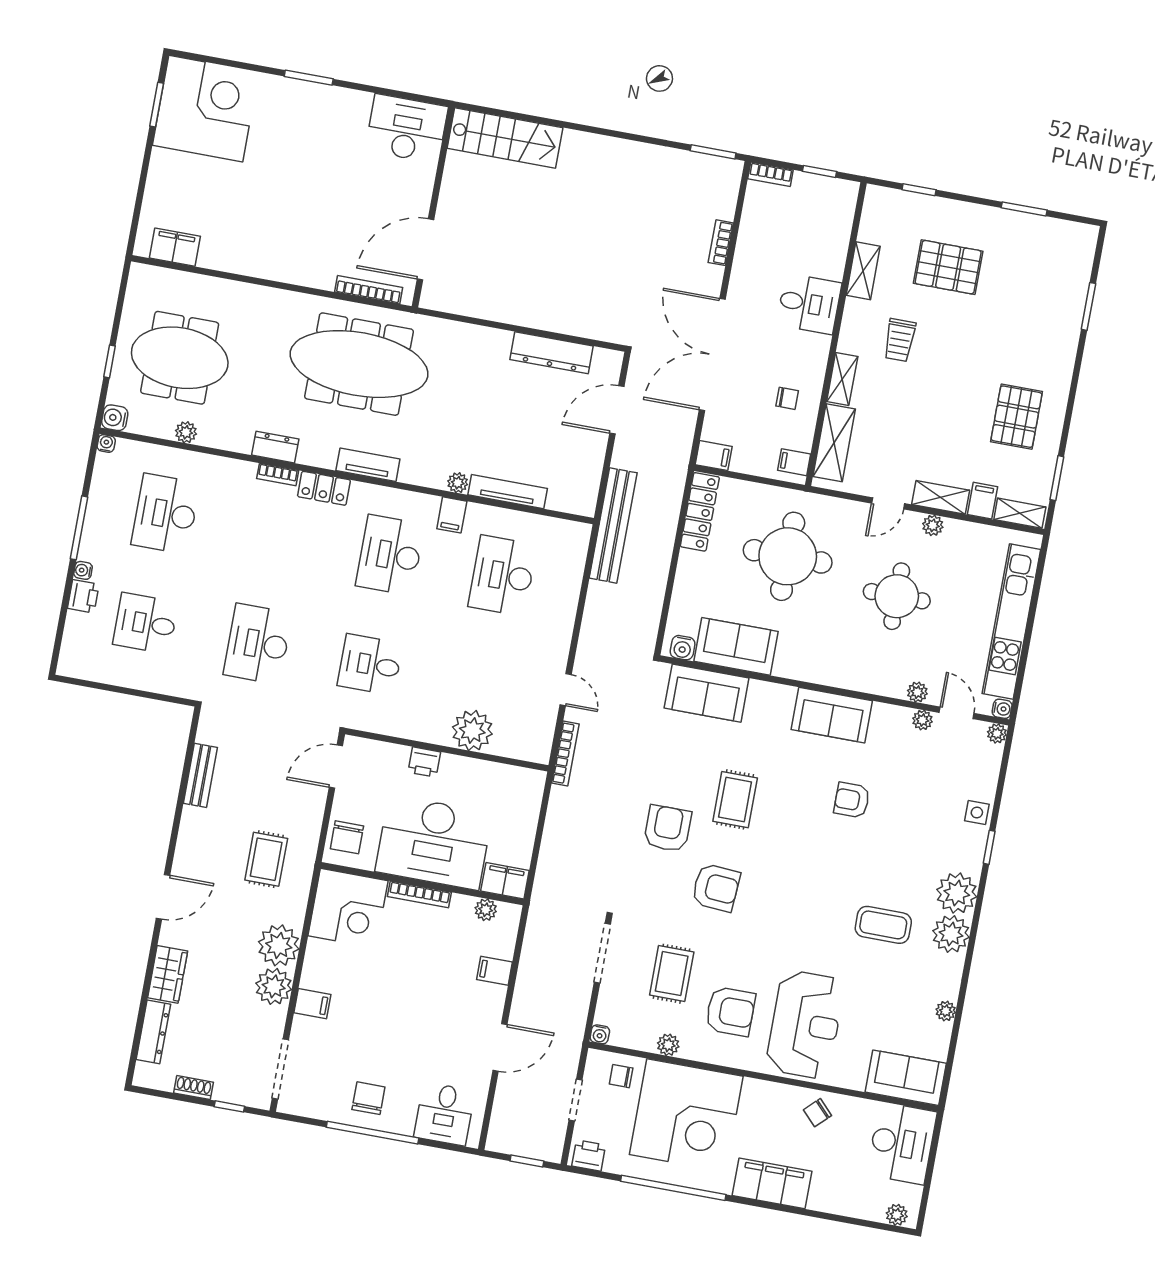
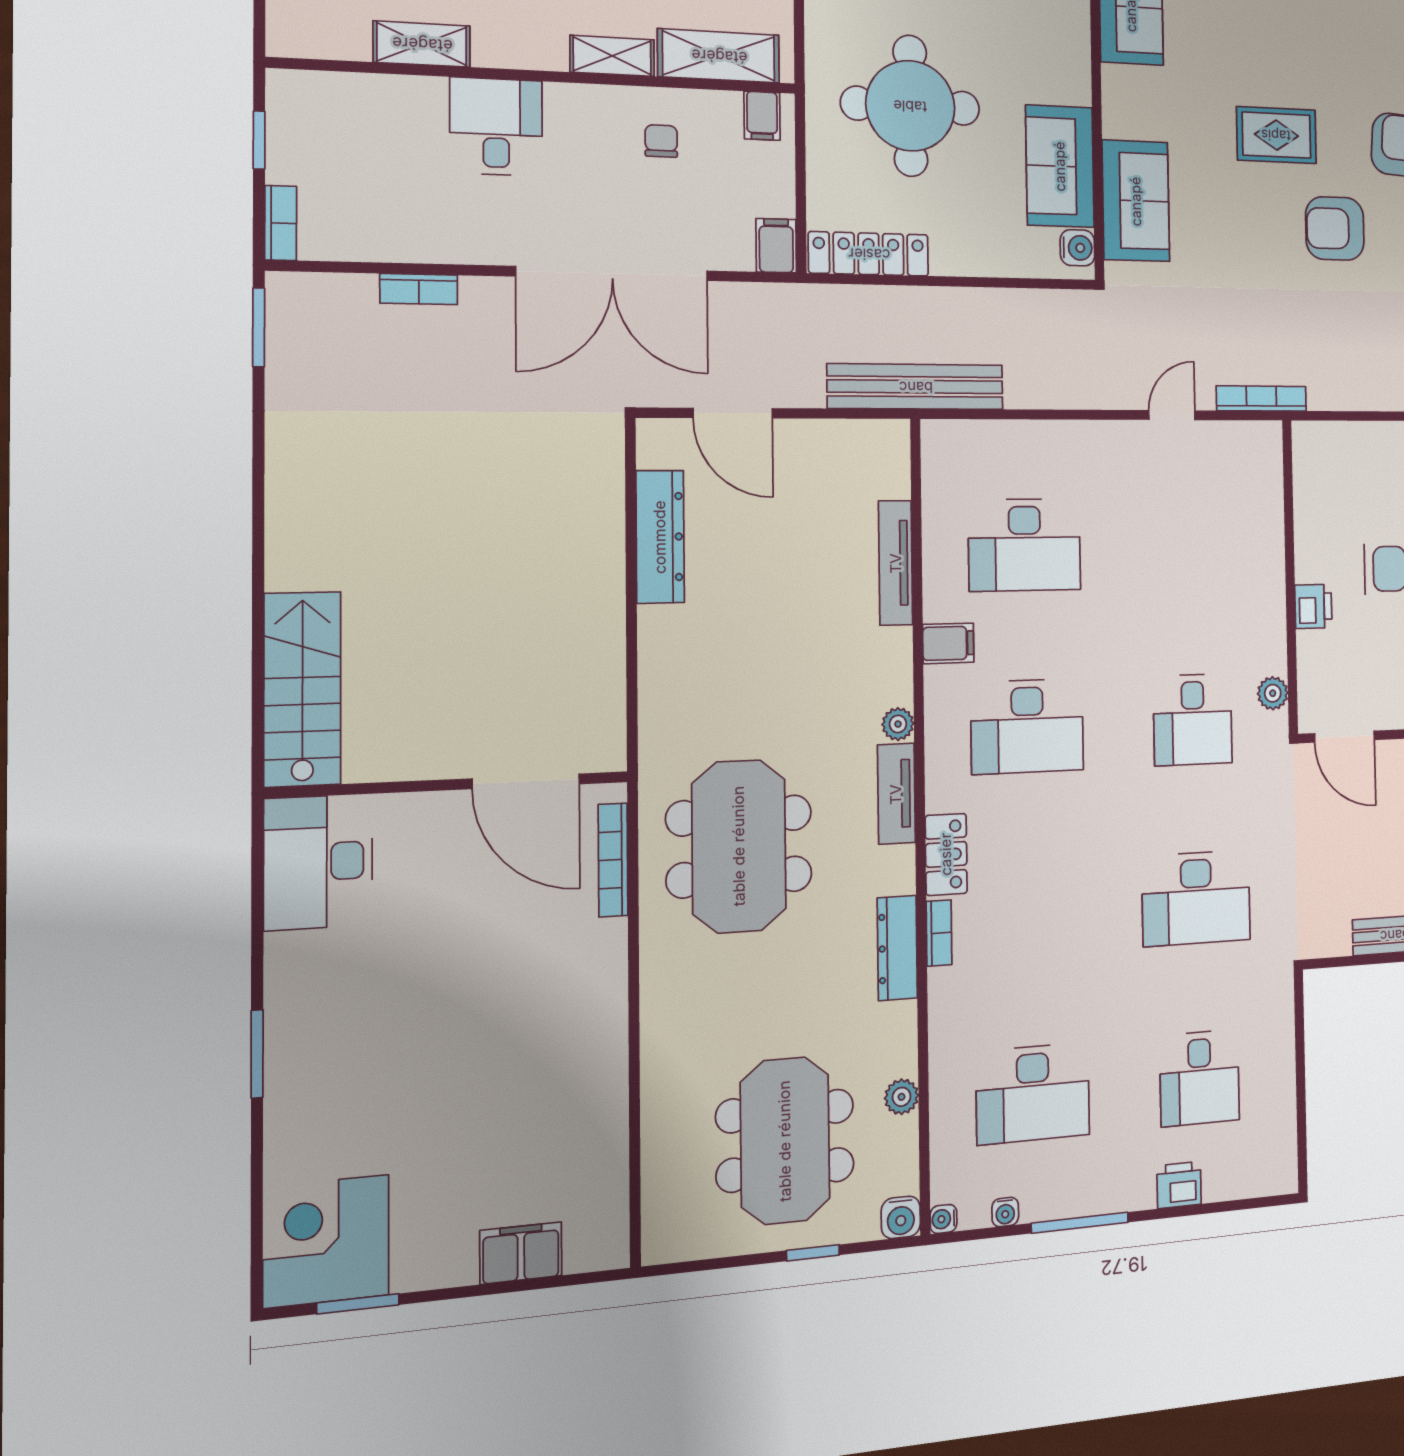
corner desk: (206, 109) -> (326, 1241), width x0.74, depth x0.74
filing cabinet: (175, 247) -> (521, 1253), moved, turned 90
meeting table: (359, 364) -> (739, 846), width x0.73
dresser: (275, 447) -> (897, 948), width x1.44
plant: (458, 483) -> (898, 724), moved
water cooler: (83, 570) -> (1005, 1212), moved
plant: (472, 731) -> (1273, 693), moved, width x0.53, depth x0.53

